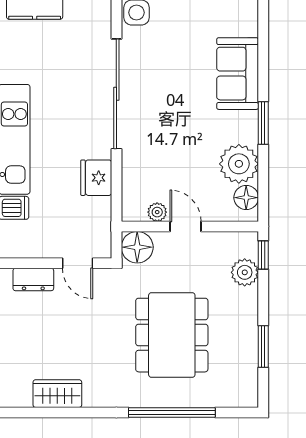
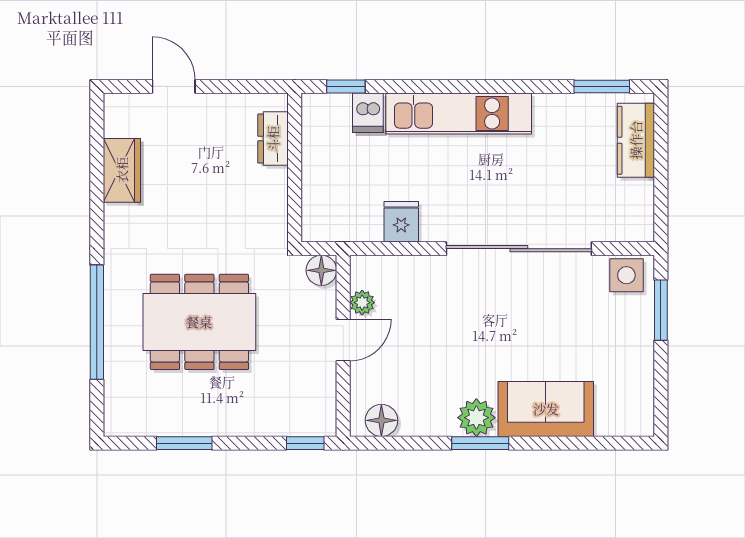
plant: (239, 164) -> (476, 418), moved, width x0.73, depth x0.73
fridge: (96, 178) -> (401, 222), width x0.72
floor lamp: (137, 247) -> (321, 270), width x0.73, depth x0.73
door: (78, 263) -> (295, 197), removed
plant: (245, 272) -> (282, 418), removed

